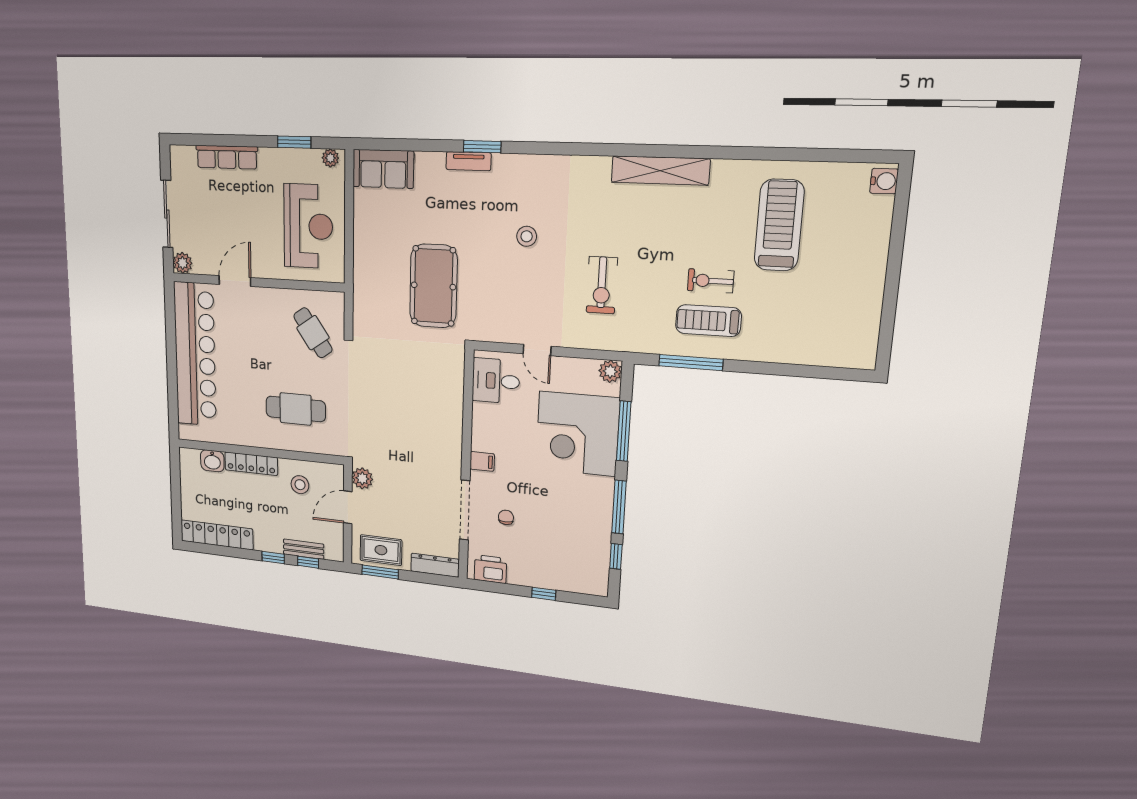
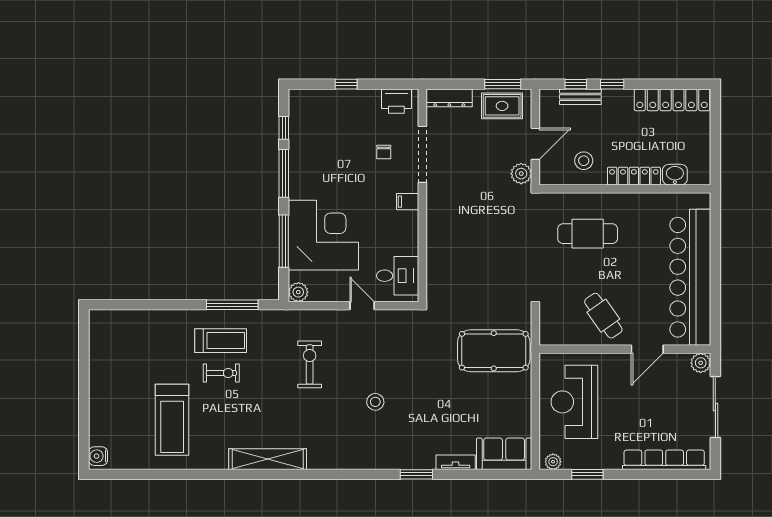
row of seats: (227, 157) -> (664, 460), width x1.36
tv unit: (469, 161) -> (456, 462), moved
pool table: (433, 286) -> (494, 351), moved, turned 90
cafe table: (313, 333) -> (603, 316), moved

